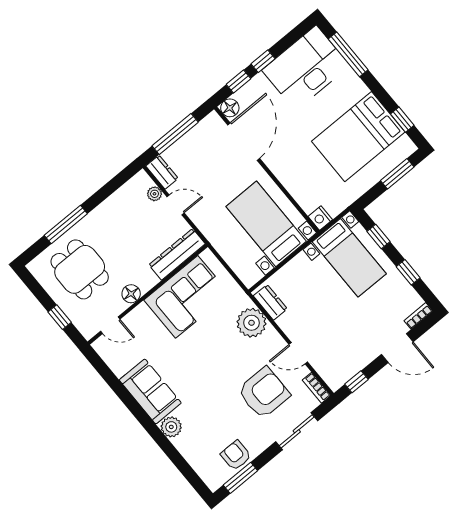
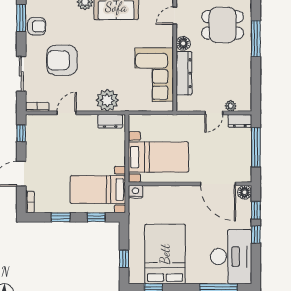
window: (397, 174) -> (124, 259), width x0.67
dresser: (177, 254) -> (184, 73), moved
armchair: (264, 393) -> (62, 60), moved, turned 90

